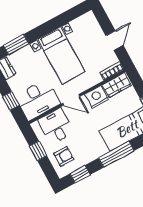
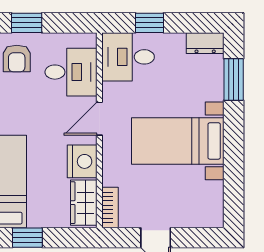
desk: (38, 100) -> (128, 57), width x0.73
window: (38, 151) -> (27, 23), moved

